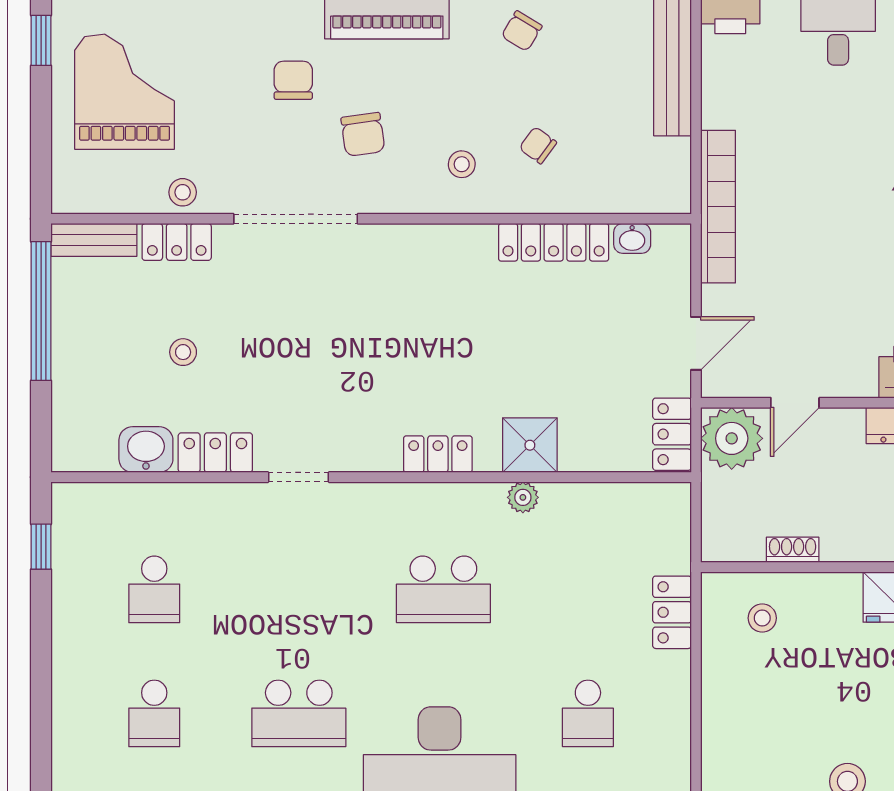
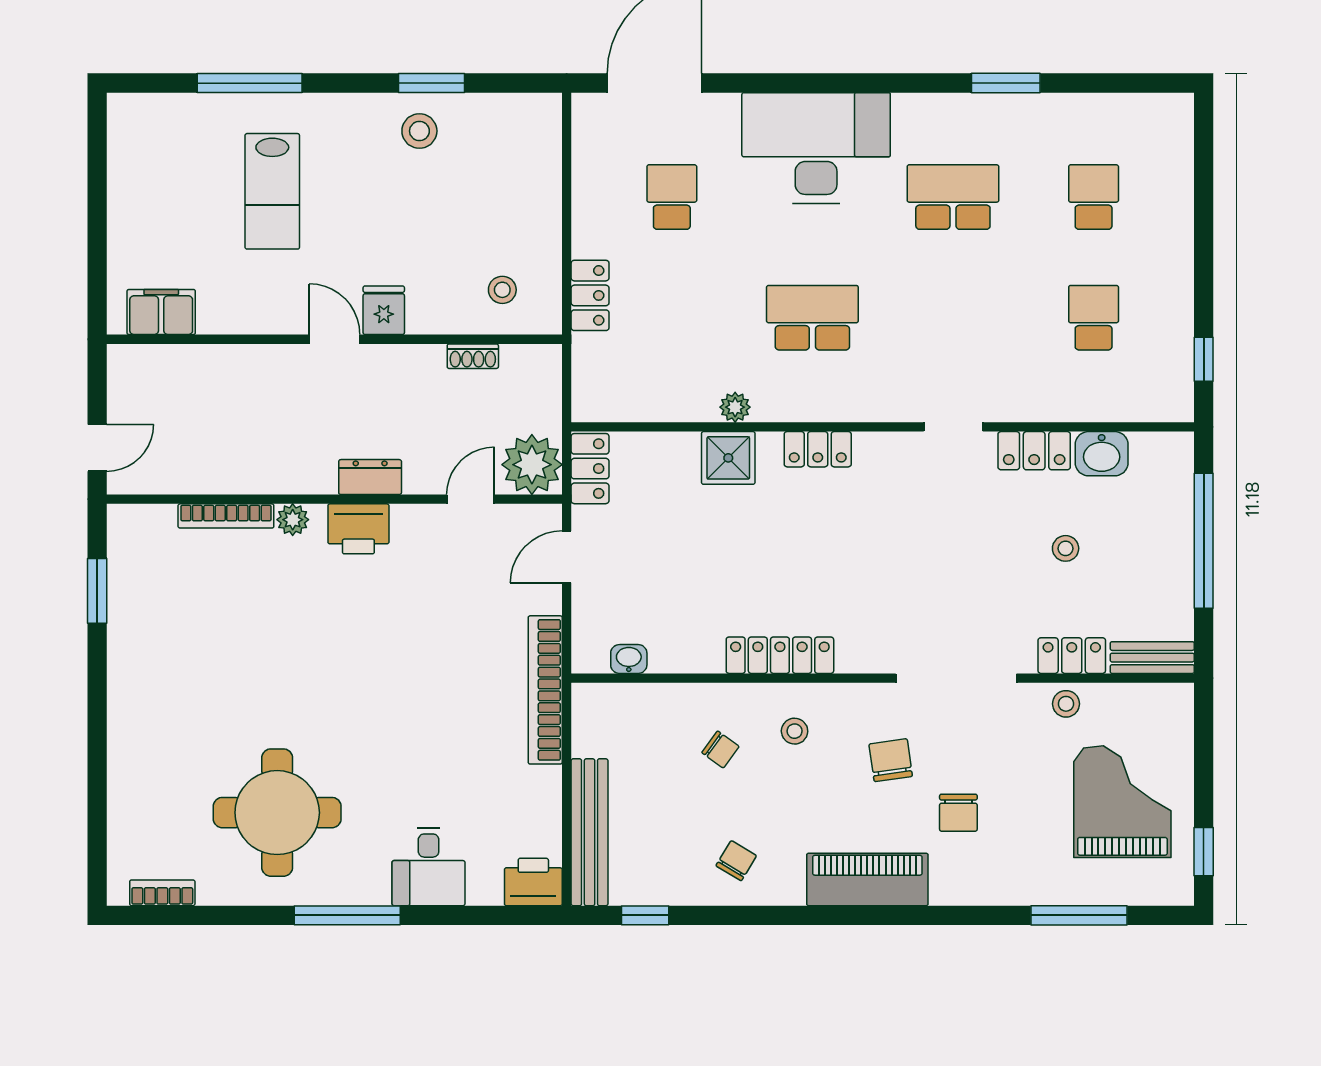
grand piano: (125, 92) -> (1122, 802), turned 180
locker: (554, 242) -> (780, 655), moved
window: (41, 311) -> (1204, 541), moved

